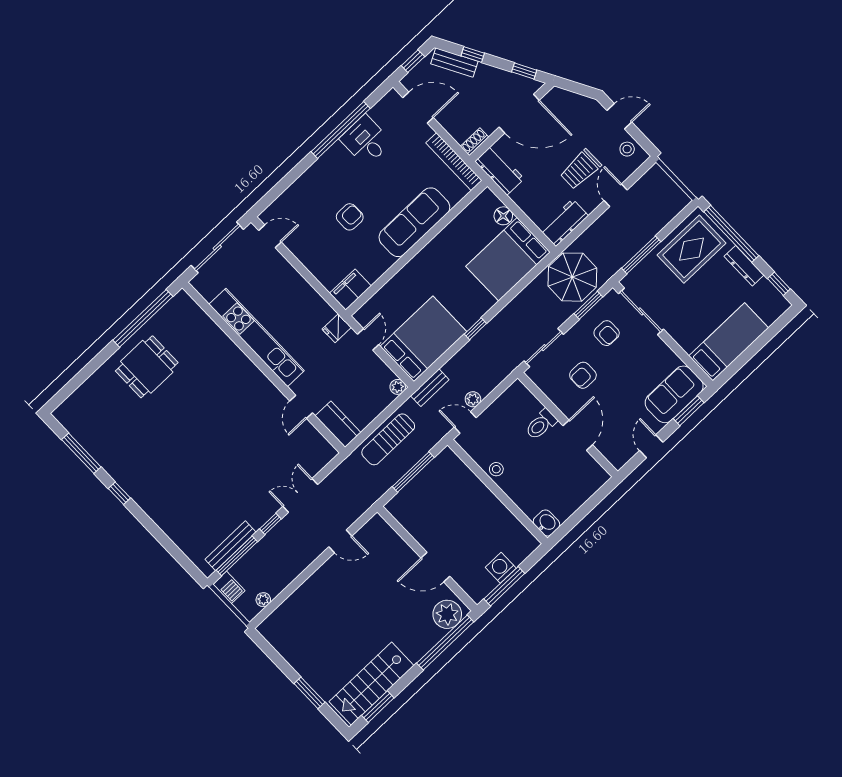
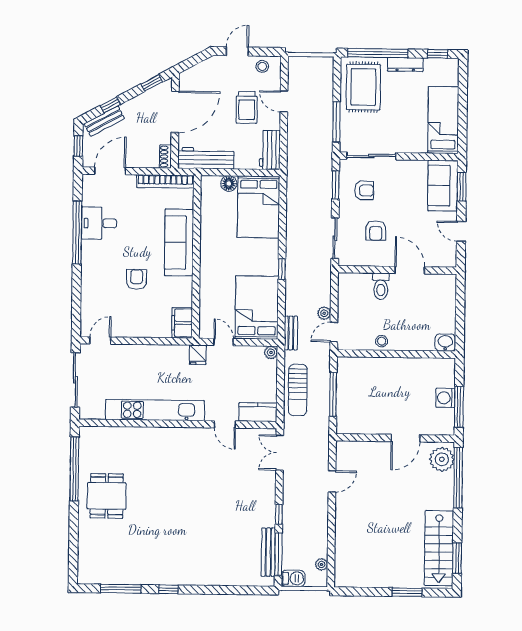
workbench: (500, 170) -> (206, 158), width x1.38
parasol: (572, 277) -> (309, 178), removed
double door: (300, 495) -> (280, 453), moved

